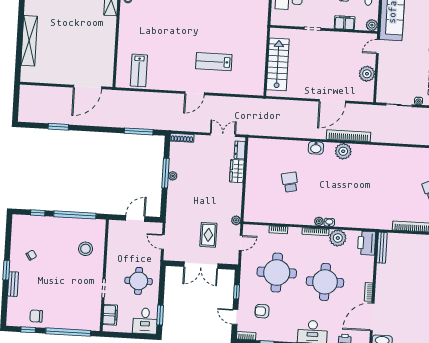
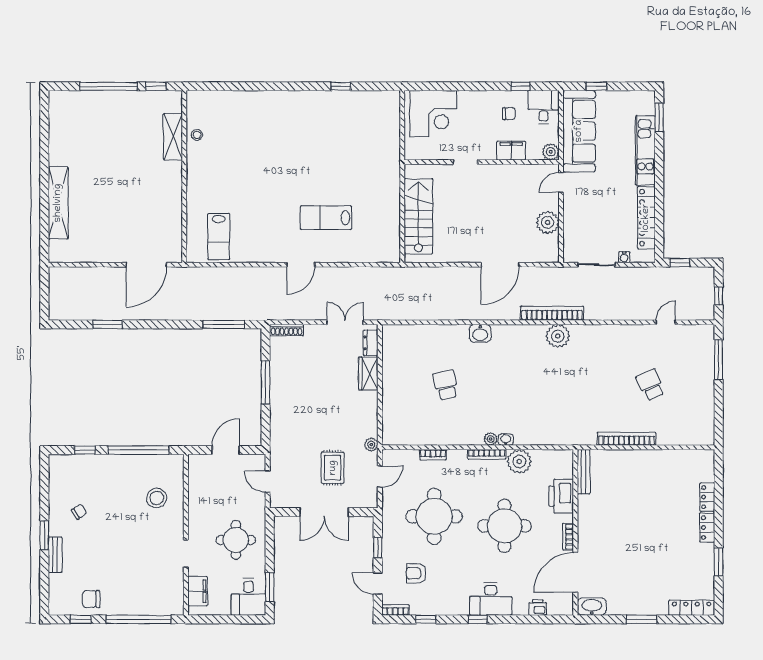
bookcase: (348, 136) -> (552, 313), moved
plant: (343, 151) -> (558, 336), moved
plant: (173, 176) -> (276, 386), removed
printer: (367, 243) -> (561, 496), moved

